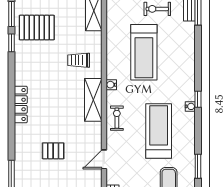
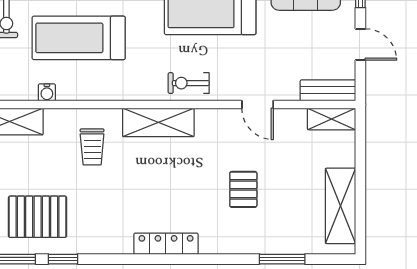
pallet: (37, 28) -> (38, 217), turned 90
treadmill: (144, 52) -> (79, 38), turned 180
water cooler: (111, 85) -> (47, 92), moved

